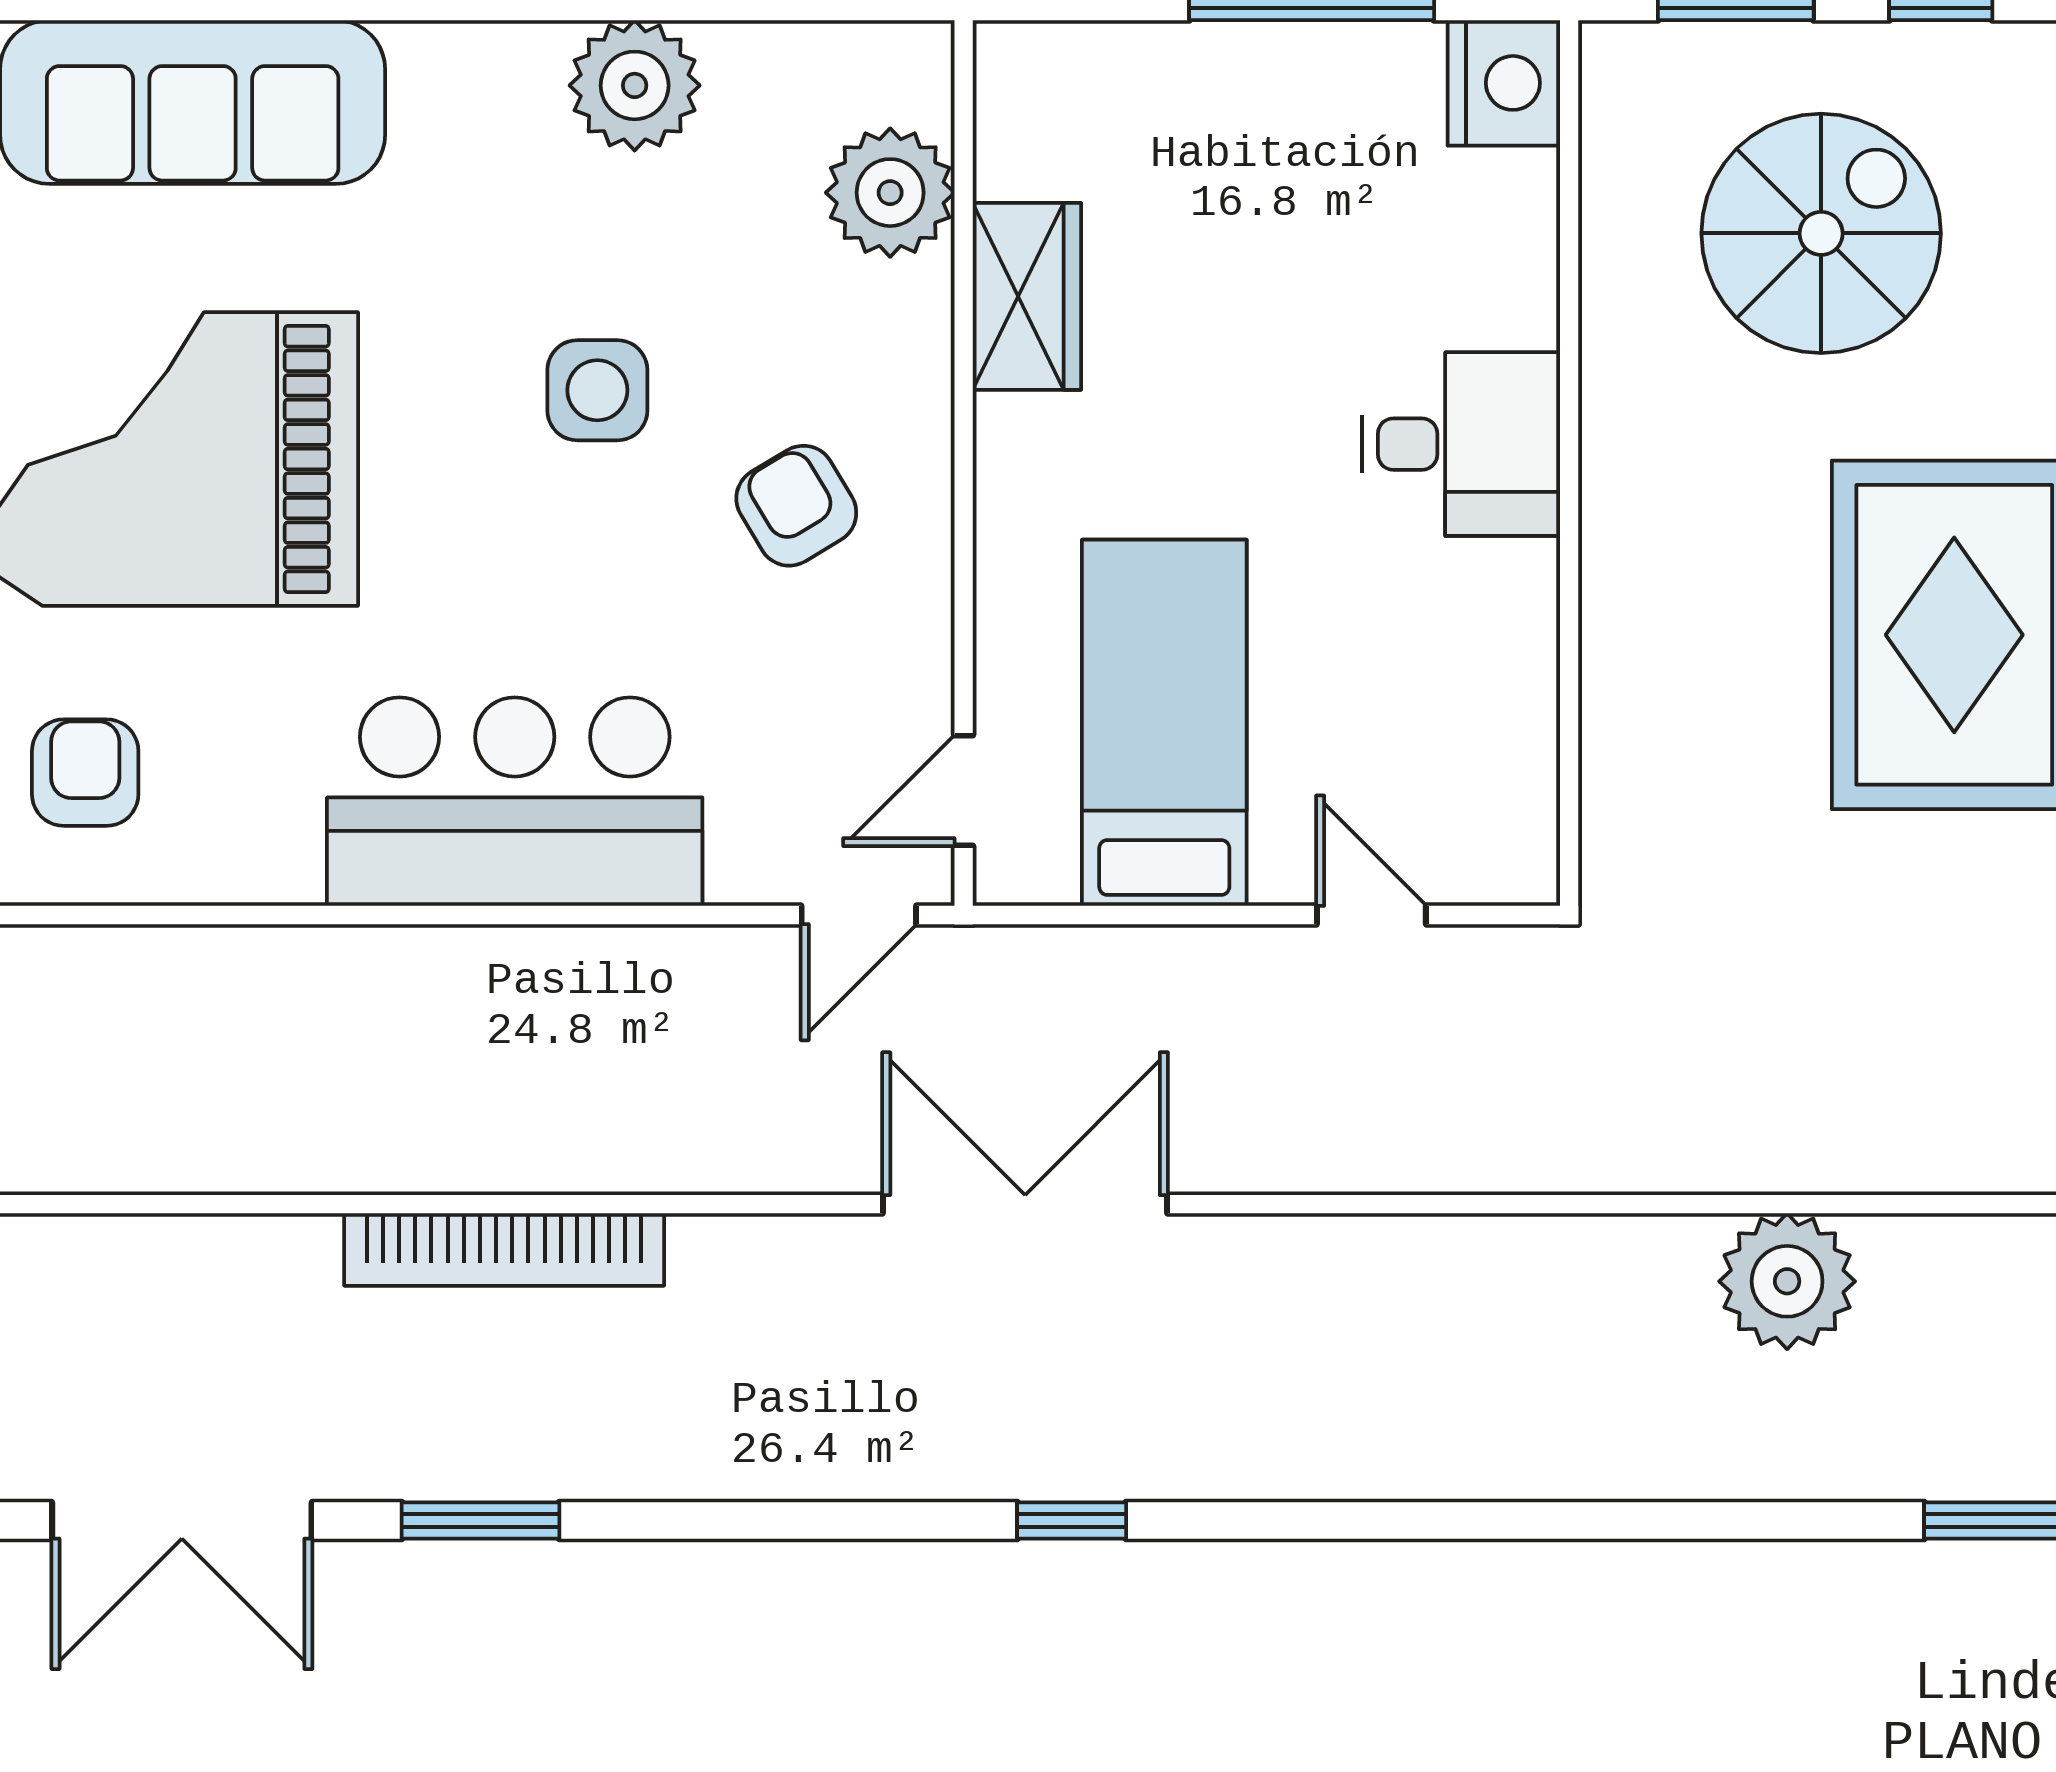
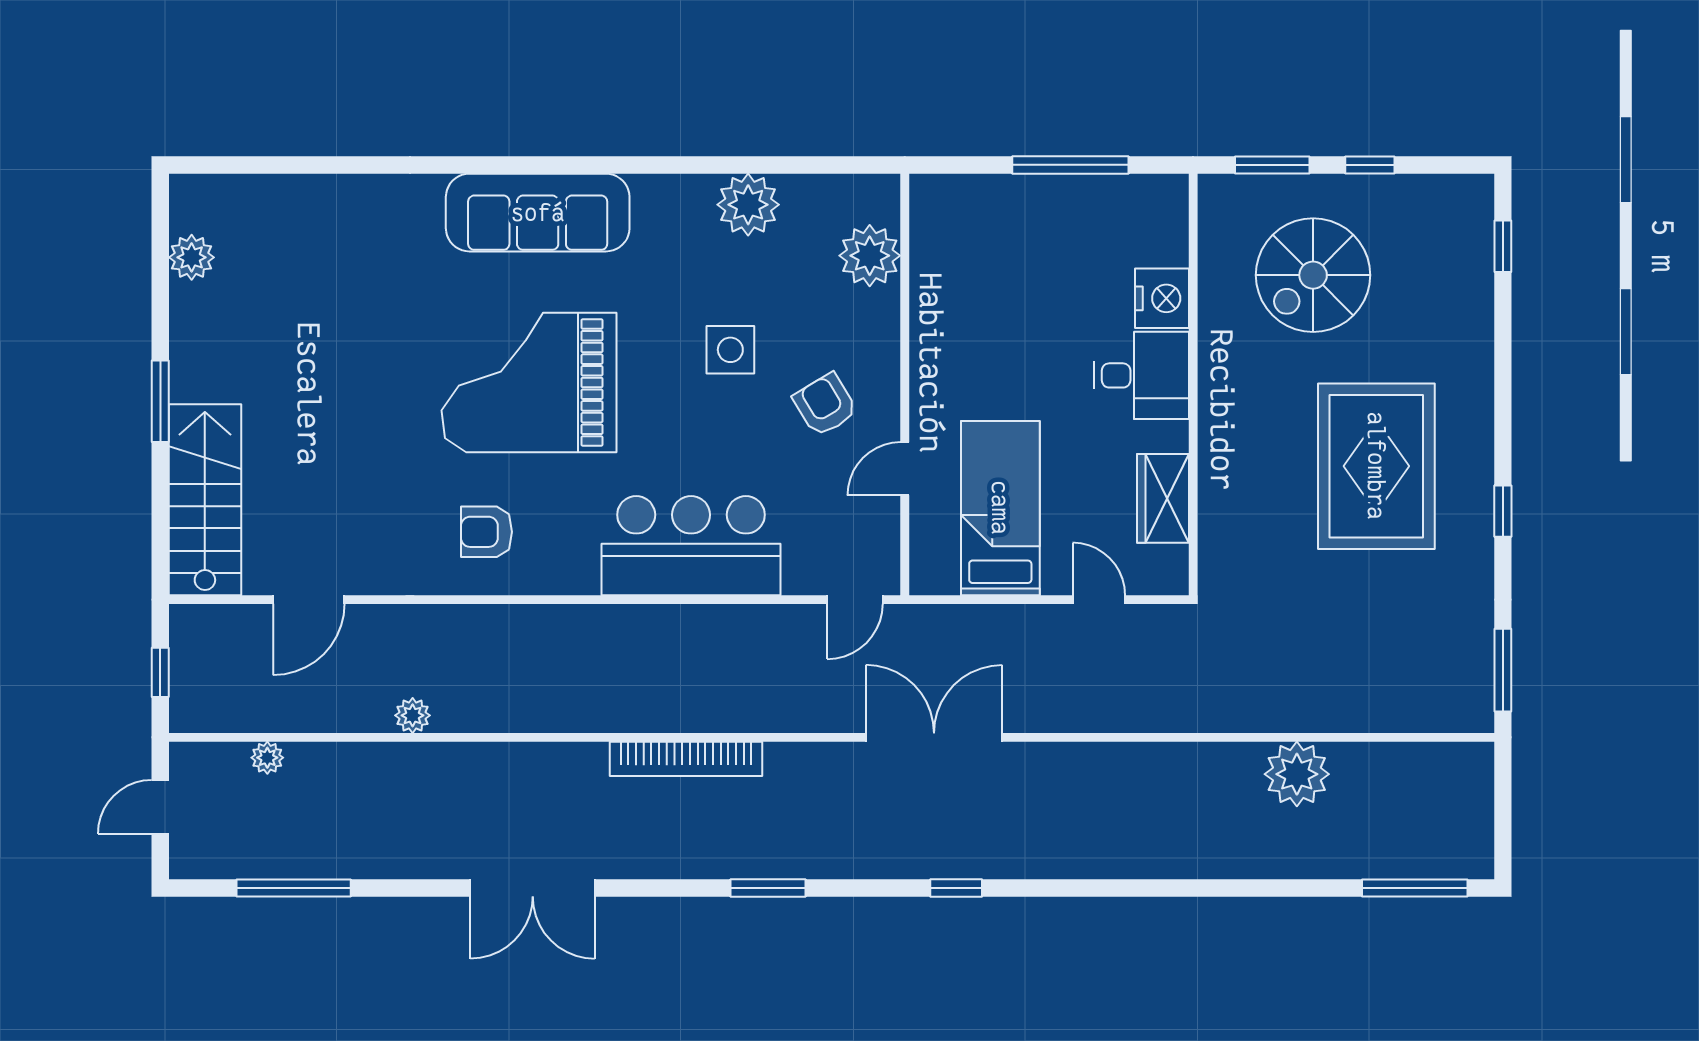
nightstand: (1504, 83) -> (1162, 298), moved
spiral stairs: (1821, 233) -> (1313, 275), turned 180
wardrobe: (1027, 296) -> (1163, 498), moved, turned 180
armchair: (85, 773) -> (486, 532), turned -90
door: (964, 790) -> (905, 469), moved
window: (480, 1521) -> (768, 888), moved

